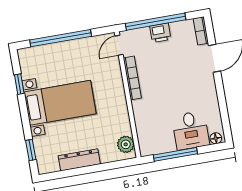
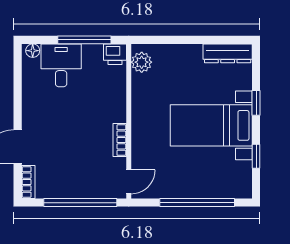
printer: (160, 33) -> (115, 54), moved, turned 180
bookcase: (132, 78) -> (120, 140), width x0.64
window: (31, 150) -> (256, 103), moved
dresser: (79, 160) -> (228, 53), moved

